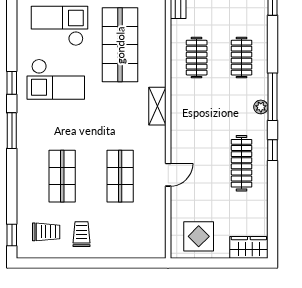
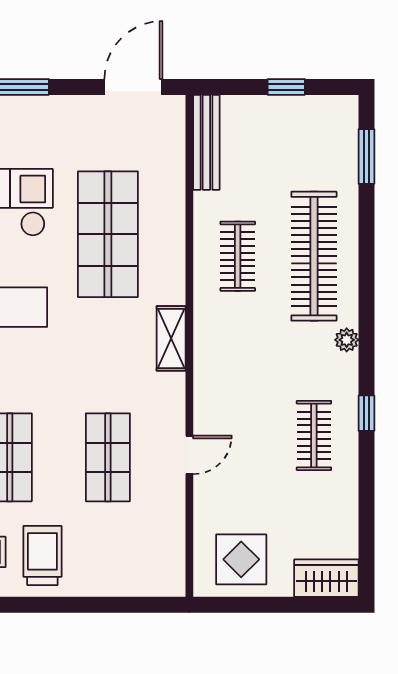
clothes rail: (242, 58) -> (314, 256), width x1.86, depth x1.31
window: (272, 97) -> (366, 323), removed
clothes rail: (242, 163) -> (314, 435), width x0.73
trolley: (81, 234) -> (42, 556), width x1.36, depth x1.39

